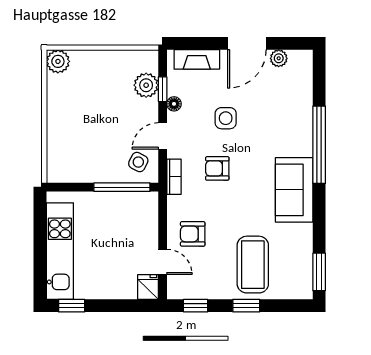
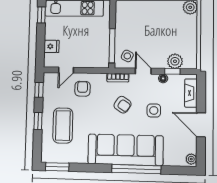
plant: (279, 58) -> (191, 159), moved
armchair: (217, 168) -> (123, 105), turned 124
sofa: (294, 190) -> (125, 150), width x1.85, depth x1.27
coffee table: (253, 265) -> (63, 126), turned 90
fridge: (148, 287) -> (51, 46), moved

